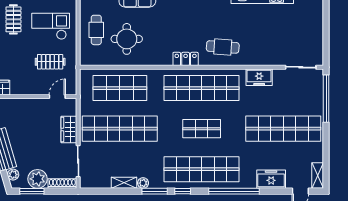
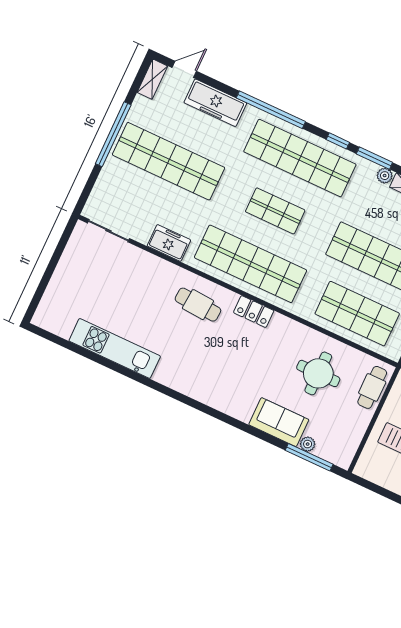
cafe table: (96, 30) -> (372, 387), moved
window: (326, 99) -> (113, 134), moved
freezer: (271, 179) -> (215, 103), width x1.40

